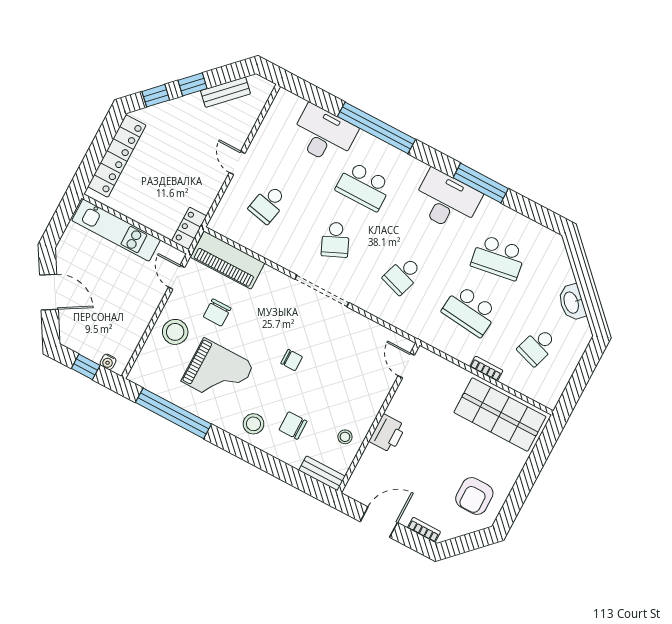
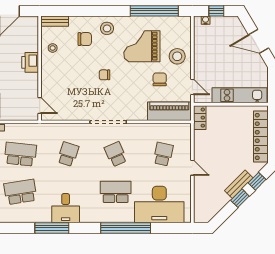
bench: (225, 92) -> (239, 184), moved
desk: (324, 135) -> (159, 205), width x1.36, depth x1.30
desk: (447, 201) -> (66, 208), width x0.73

